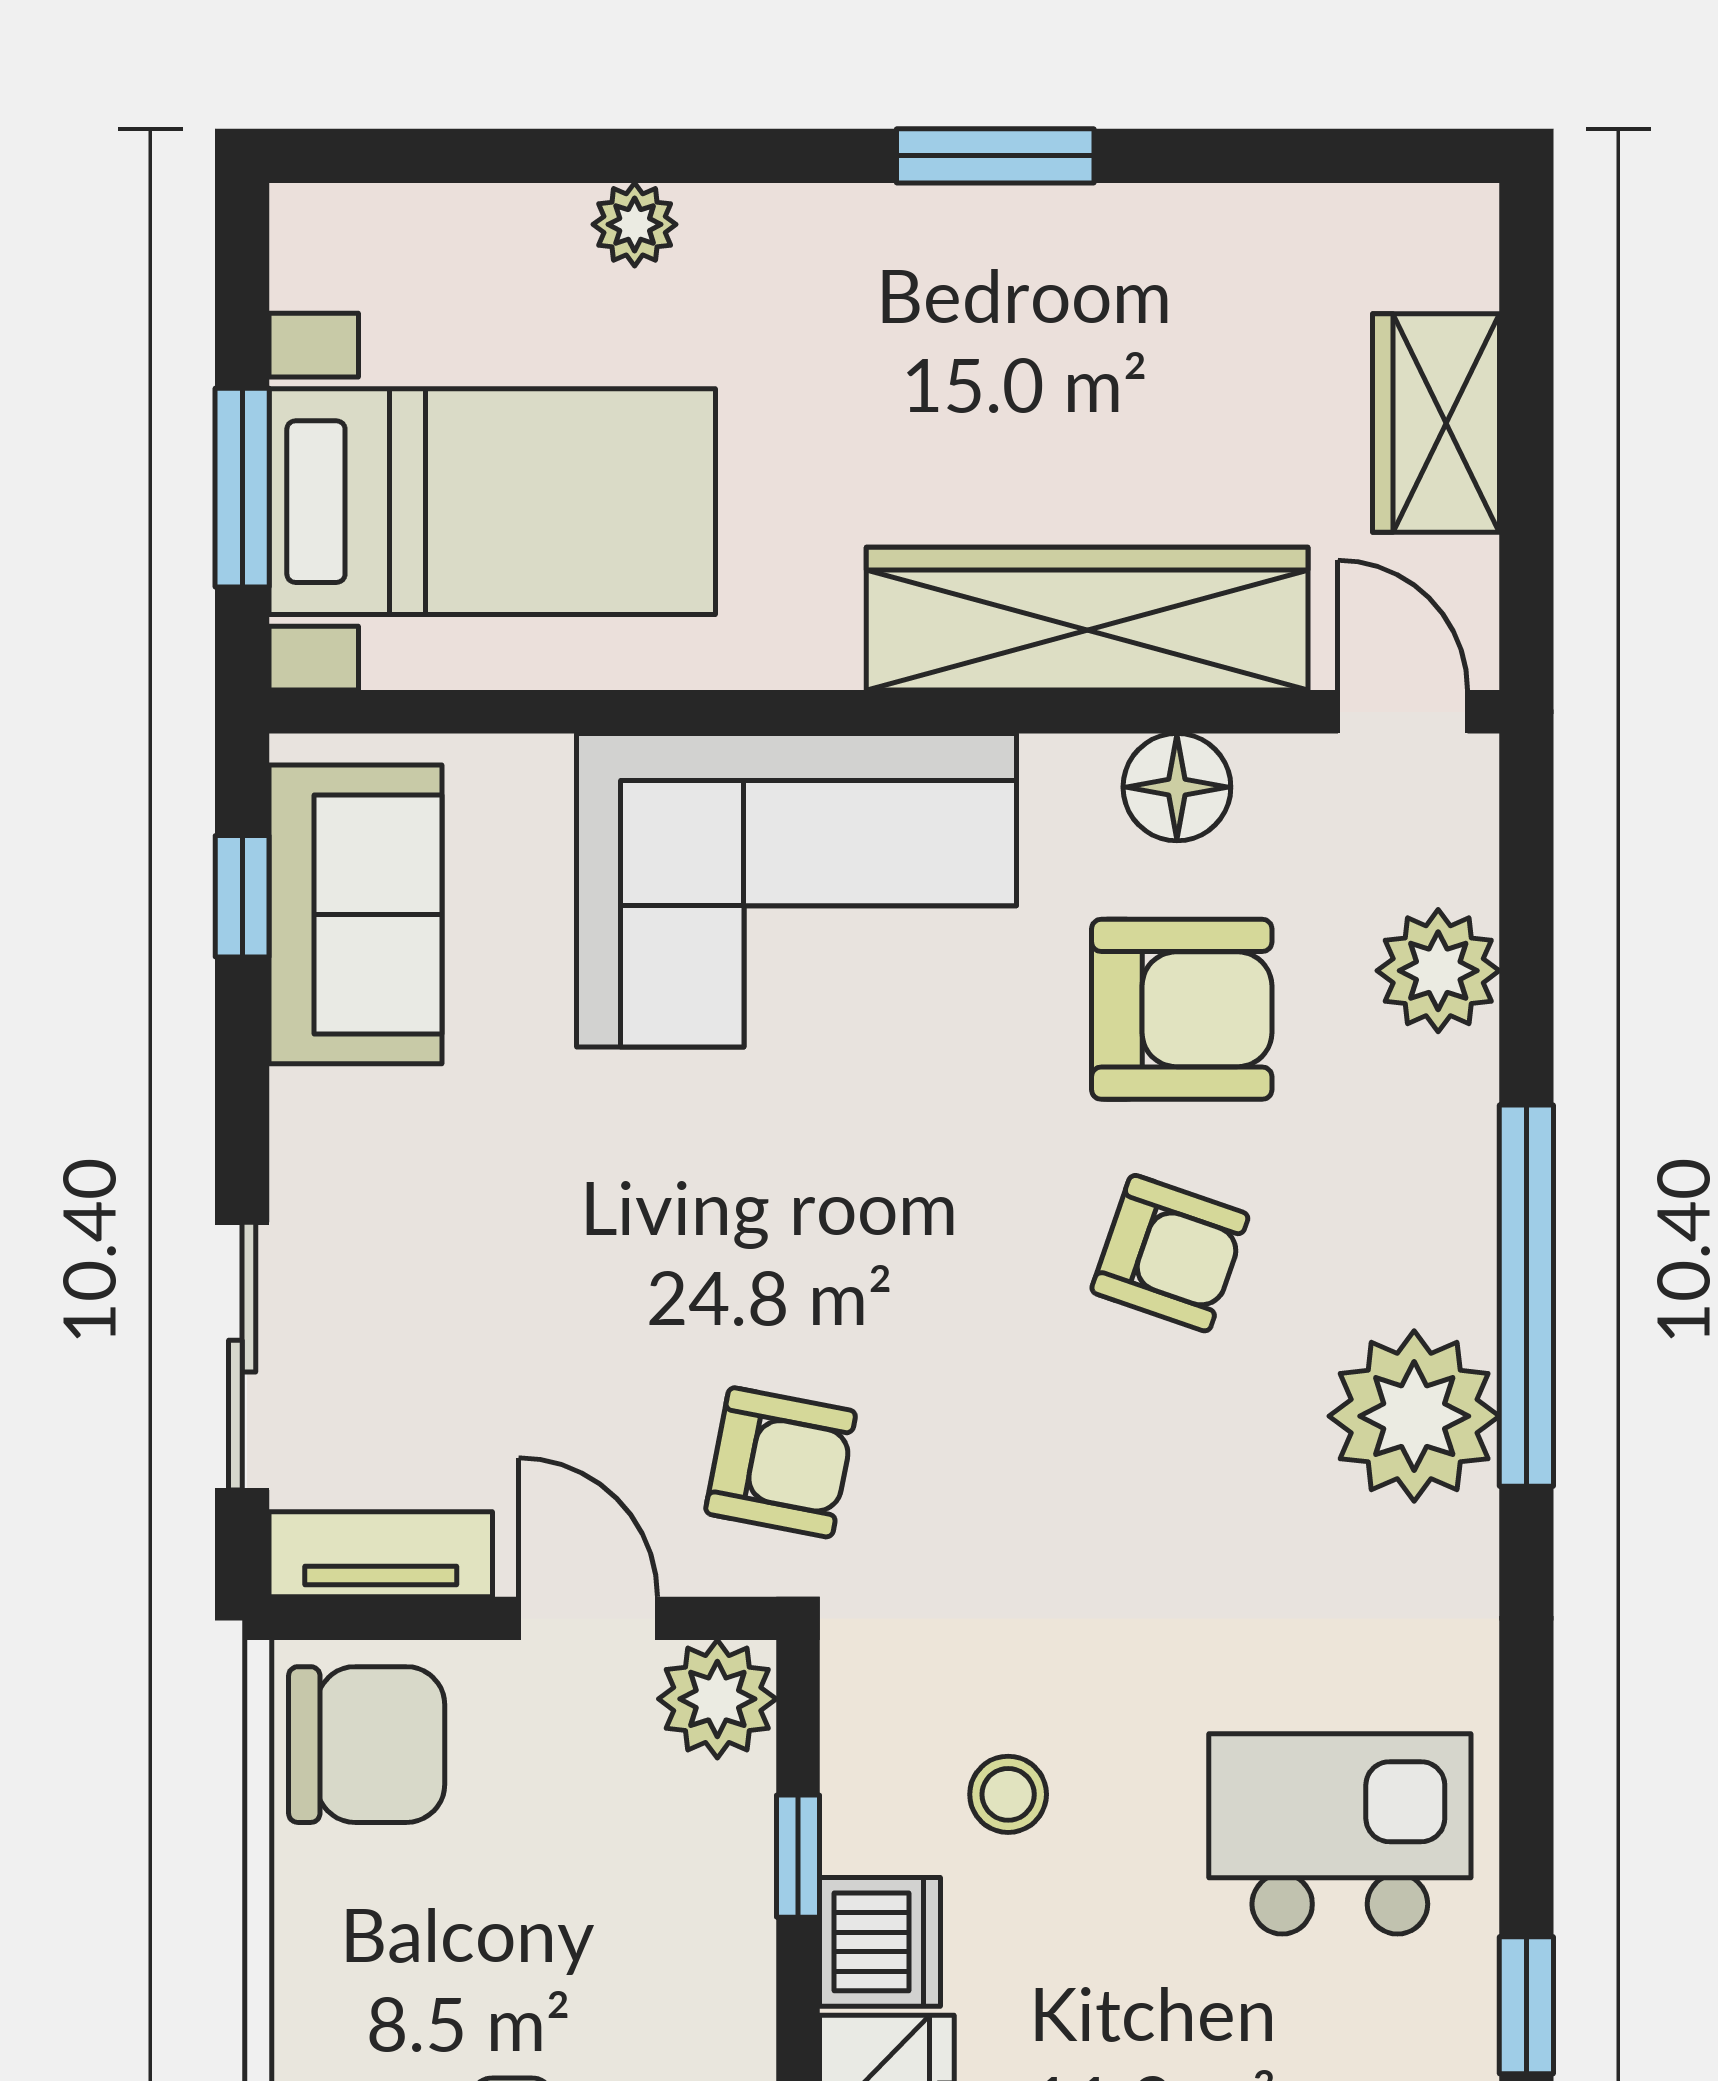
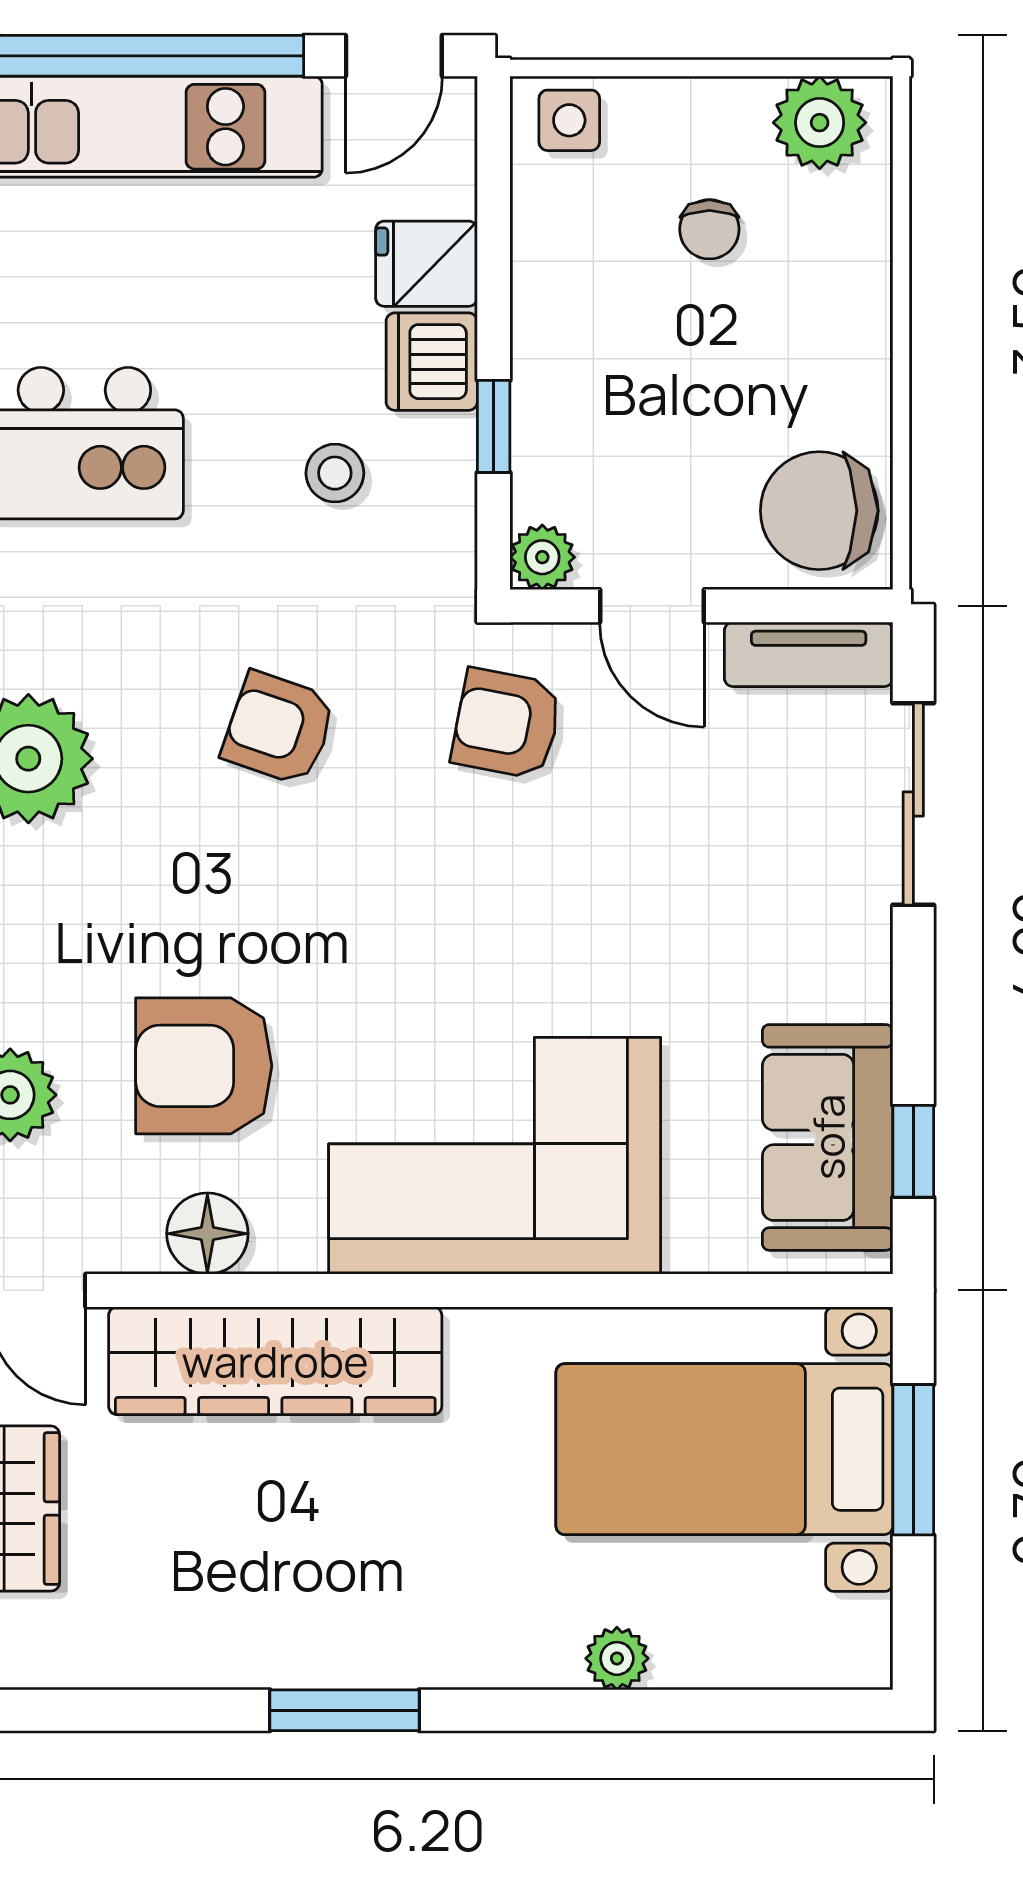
armchair: (1170, 1253) -> (279, 728), moved
plant: (717, 1699) -> (542, 557), width x0.73, depth x0.73

